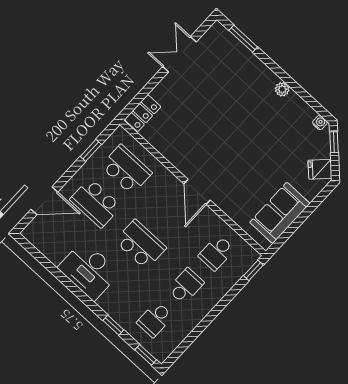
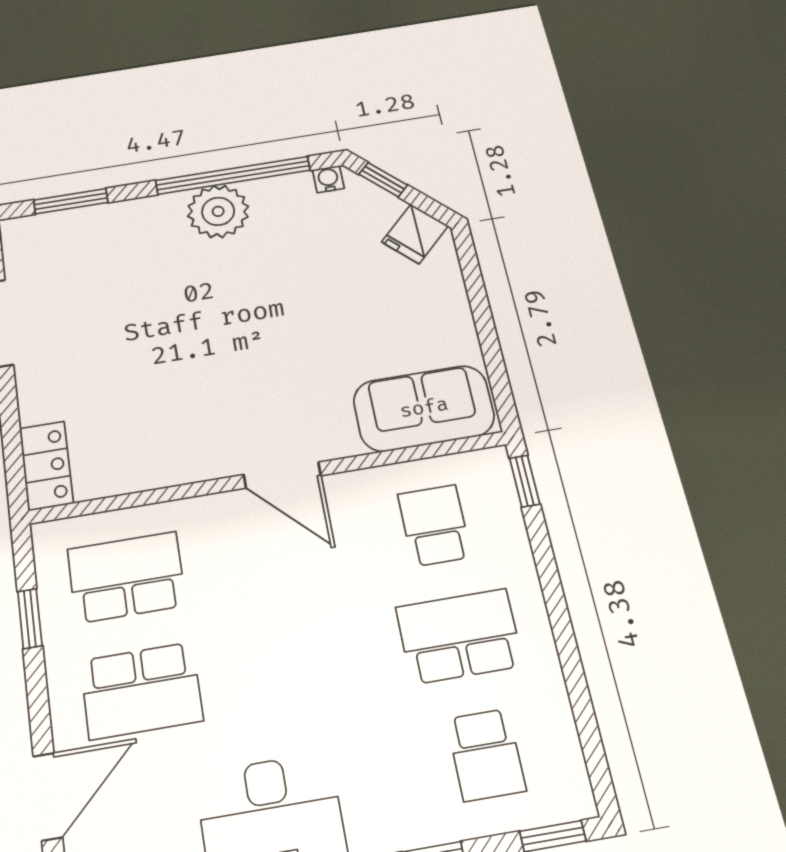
window: (296, 88) -> (233, 175), added
plant: (282, 89) -> (218, 211), width x1.87, depth x1.87
sofa: (280, 213) -> (424, 408), moved, turned 90
school desk: (141, 244) -> (301, 663), removed
school desk: (217, 253) -> (434, 525), turned 180
school desk: (186, 286) -> (459, 636), width x1.85

